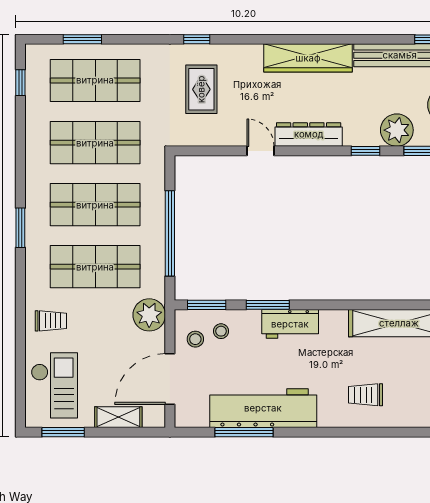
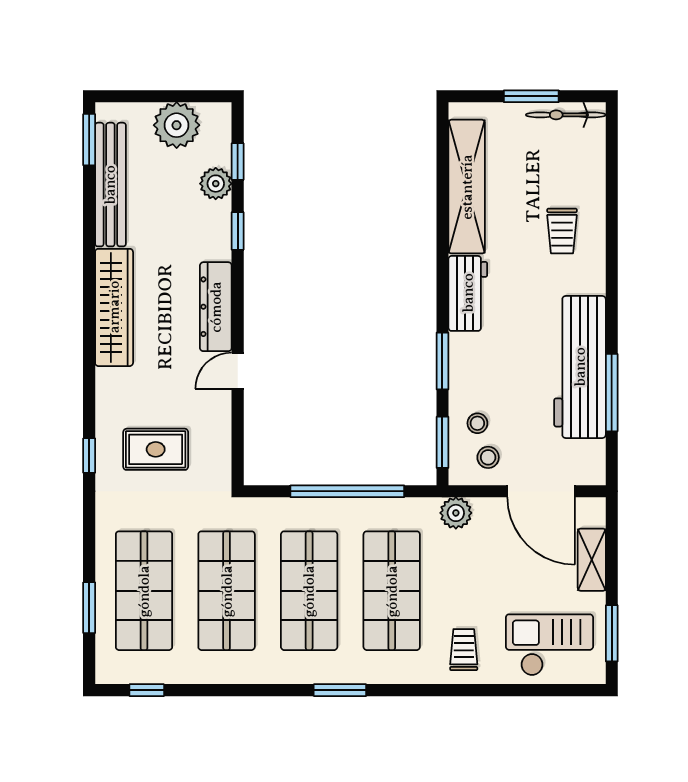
plant: (397, 130) -> (216, 184), width x0.73, depth x0.73
plant: (149, 315) -> (456, 513), width x0.73, depth x0.73
workbench: (290, 324) -> (468, 293), moved

